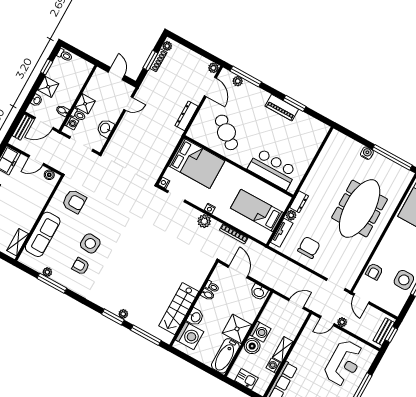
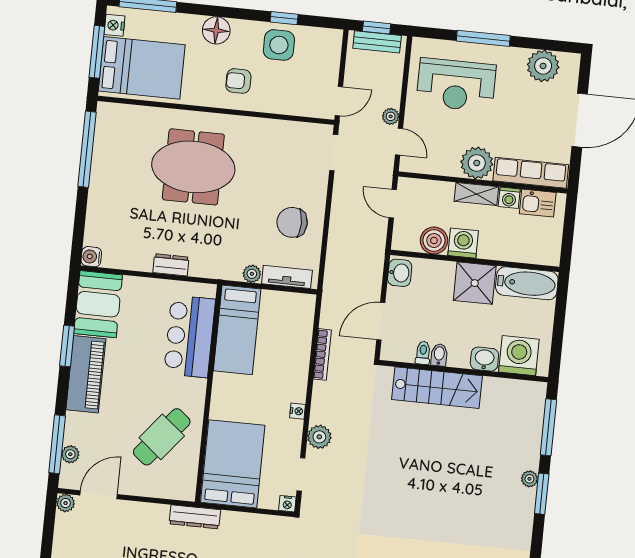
piano: (282, 108) -> (86, 374), width x1.37, depth x1.33
dresser: (186, 116) -> (195, 517), moved
booth: (309, 129) -> (98, 304), added
water cooler: (367, 153) -> (91, 257), moved
dresser: (299, 202) -> (171, 265), moved
meeting table: (360, 209) -> (193, 167), width x0.73
bed: (257, 210) -> (237, 330), moved
plant: (204, 221) -> (319, 437), moved
armchair: (374, 271) -> (238, 81), moved, turned 180
stairs: (179, 309) -> (437, 388), moved
boiler: (252, 346) -> (434, 240), moved
plant: (299, 356) -> (477, 163), added
reception desk: (344, 363) -> (456, 85), turned 180
kitchen sink: (246, 379) -> (538, 203), moved, turned -90

